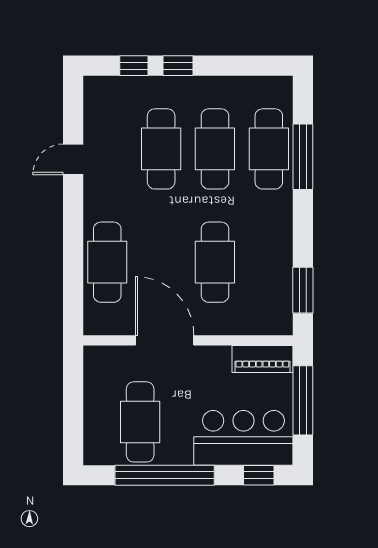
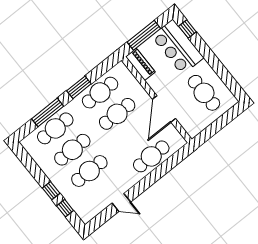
cafe table: (269, 262) -> (100, 93), added
window: (303, 290) -> (79, 87), moved
cafe table: (140, 422) -> (204, 93), turned 90
window: (165, 475) -> (217, 66), removed

